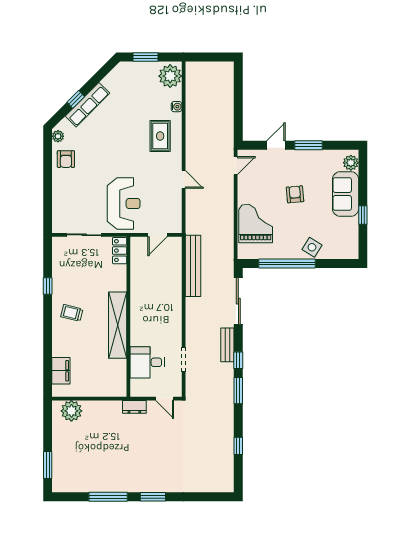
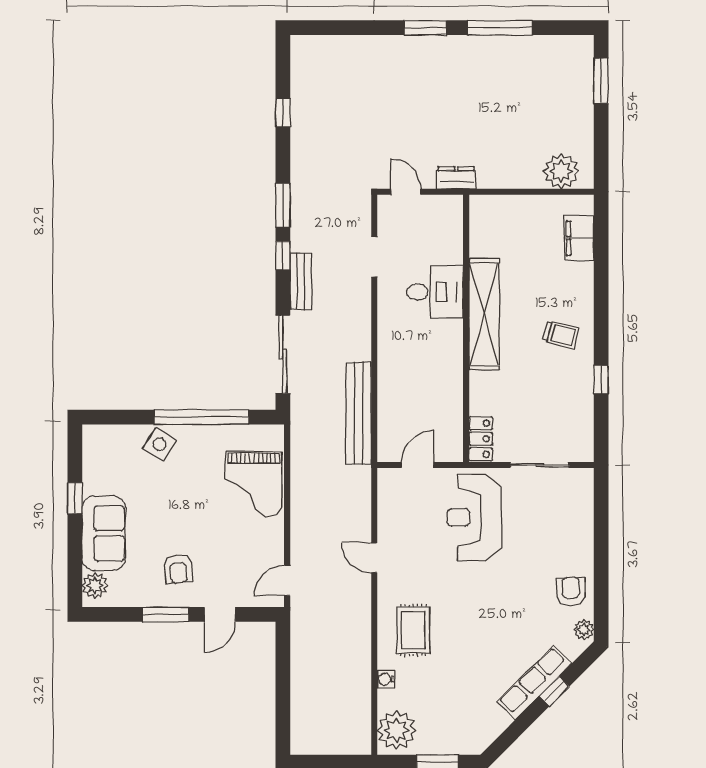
armchair: (295, 194) -> (178, 569), moved
desk: (147, 362) -> (435, 292), moved

